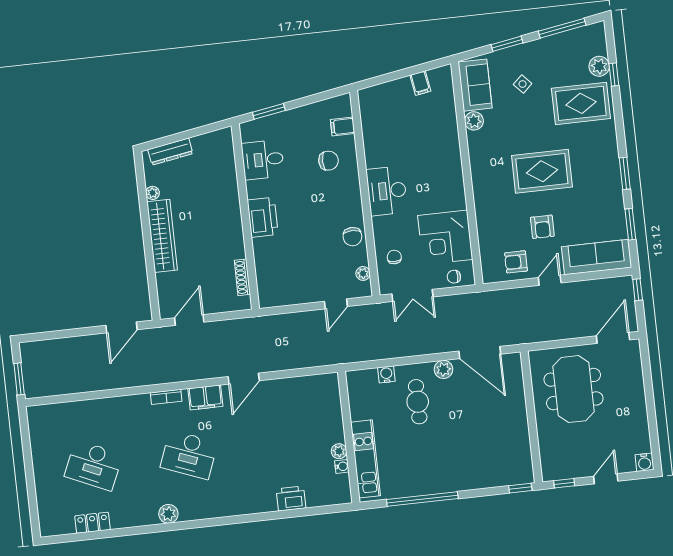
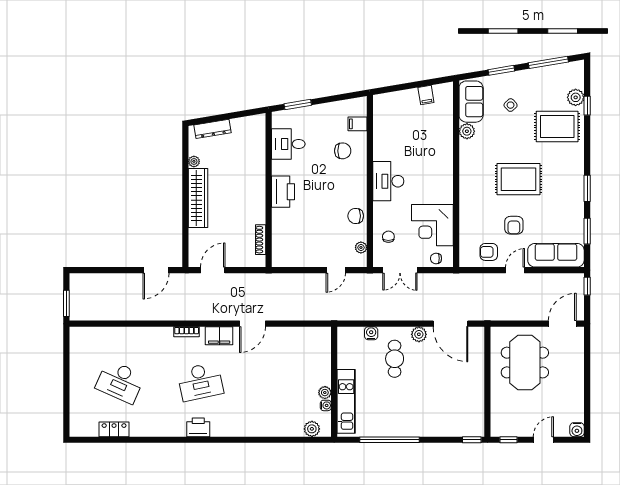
chair: (352, 237) -> (356, 216), turned 90
desk: (189, 455) -> (200, 382), turned -33
printer: (291, 499) -> (198, 427), moved
plant: (168, 514) -> (312, 429), moved

